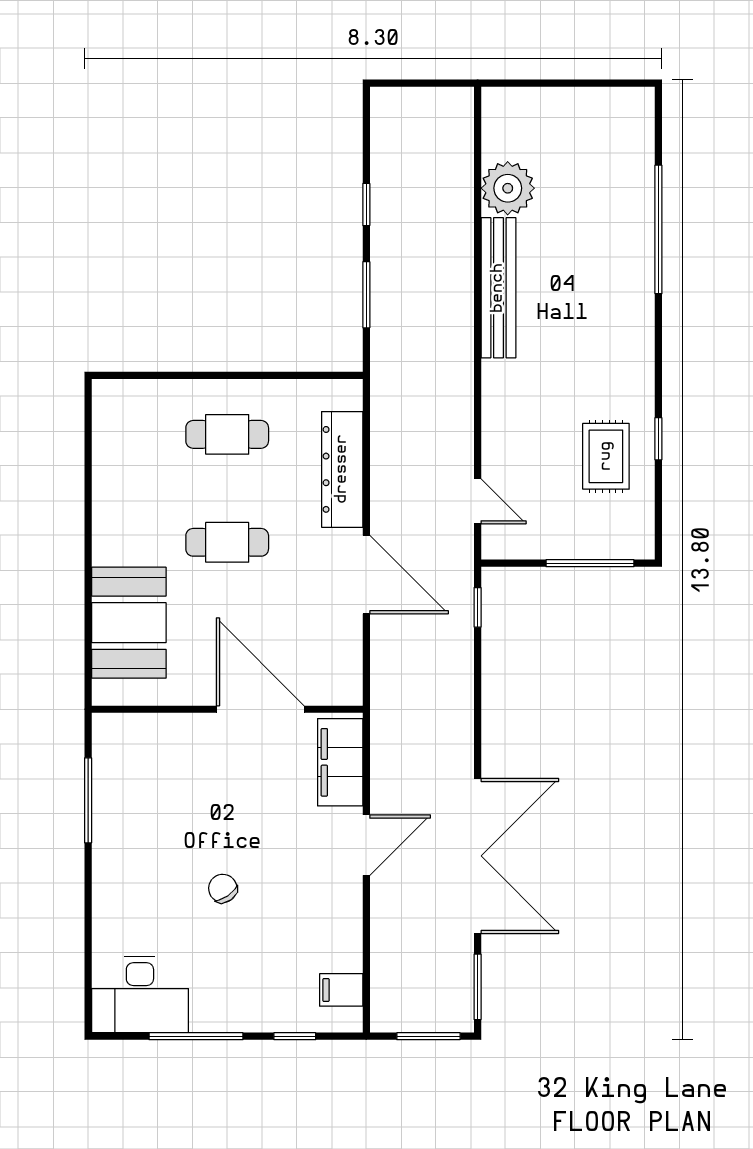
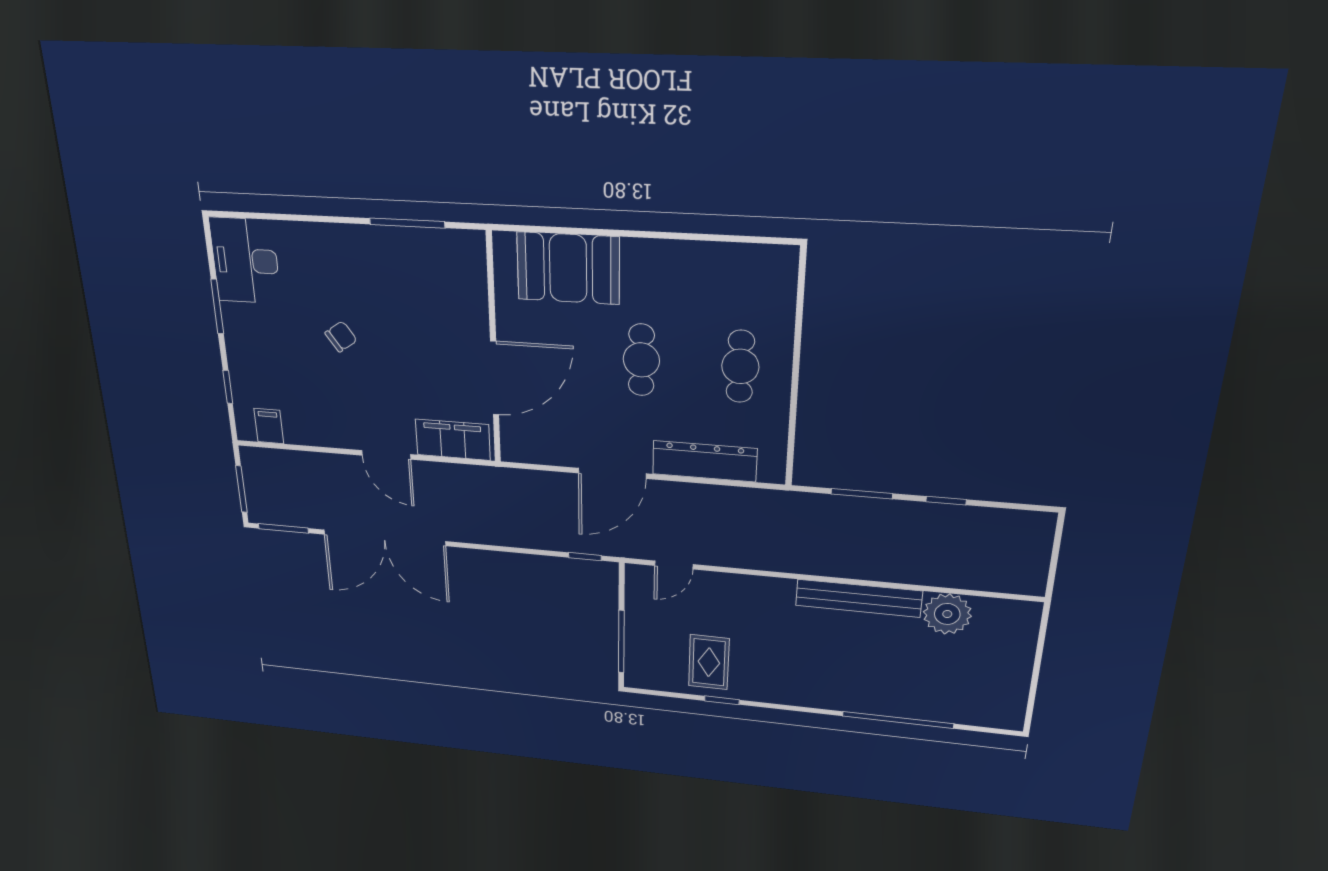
rug: (606, 456) -> (709, 662), turned 90
window: (196, 1036) -> (217, 306), width x0.69

